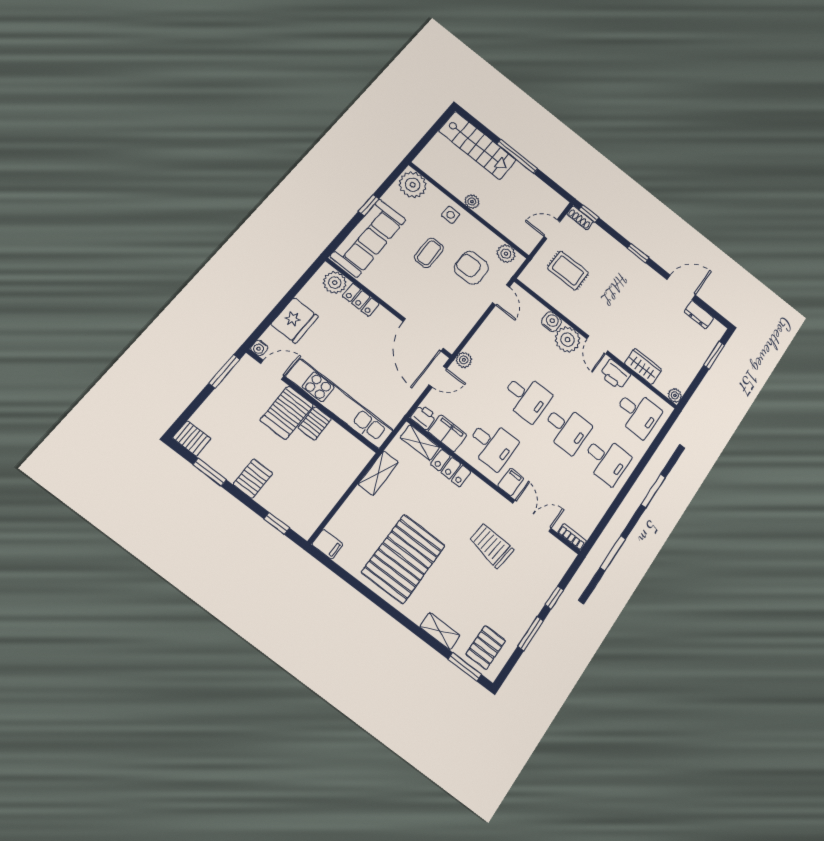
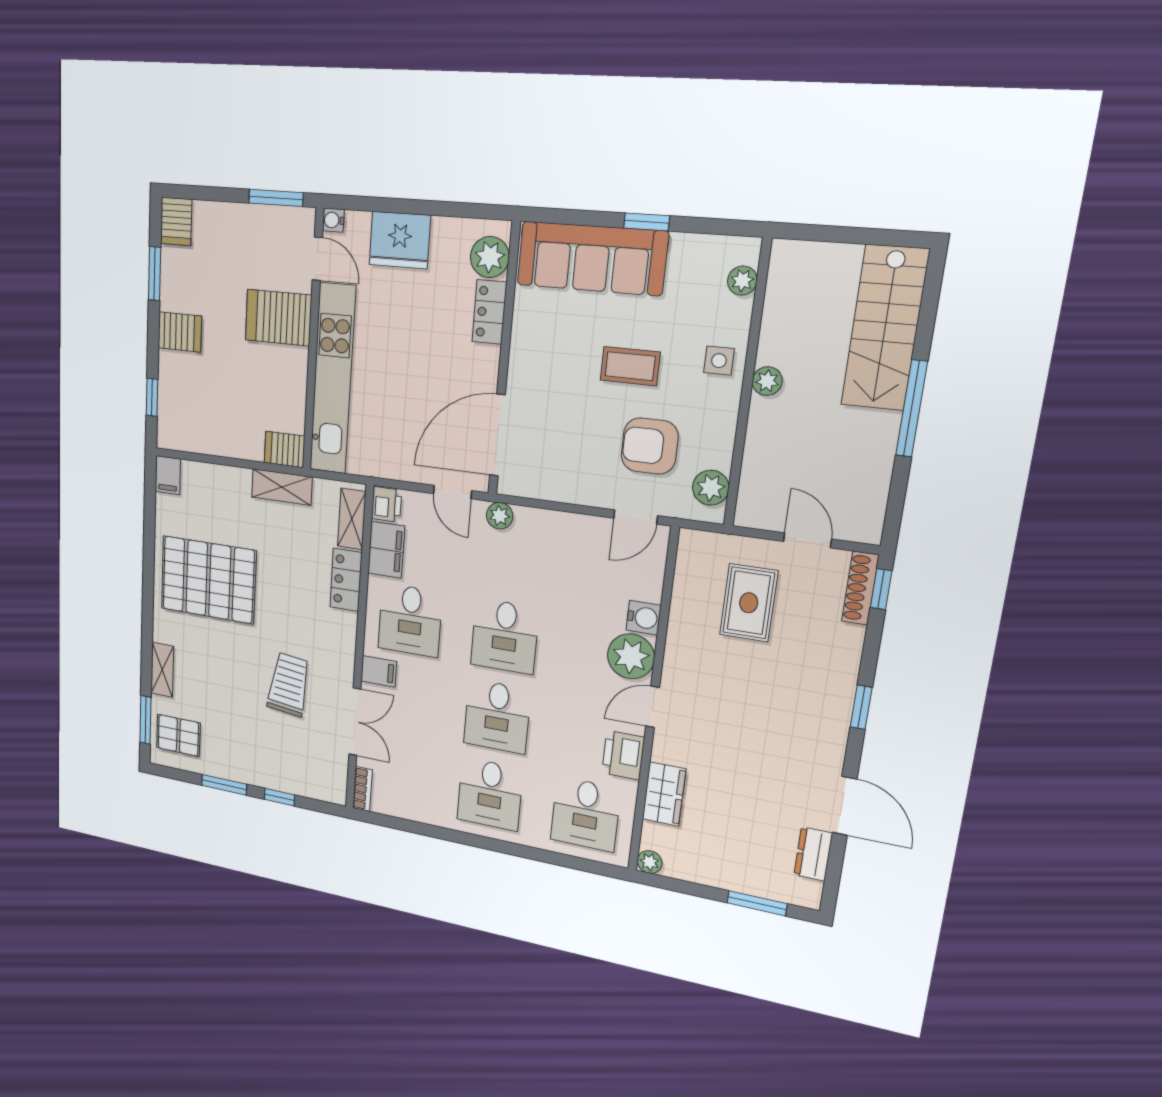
plant: (413, 185) -> (742, 281), width x0.53, depth x0.53
shoe rack: (580, 218) -> (860, 588), width x1.43
armchair: (471, 268) -> (650, 446), turned -90
server rack: (315, 423) -> (284, 449), moved

